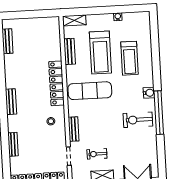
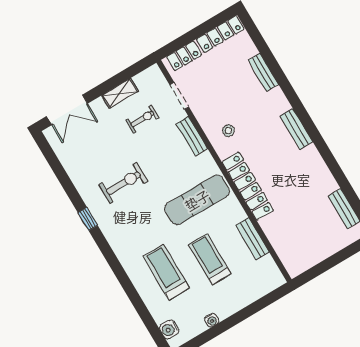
shelving: (74, 20) -> (268, 284), removed
treadmill: (100, 52) -> (210, 259), width x0.73, depth x0.73
water cooler: (149, 93) -> (169, 329), moved
window: (159, 113) -> (88, 219), width x0.32
exercise bike: (138, 120) -> (123, 183), moved

